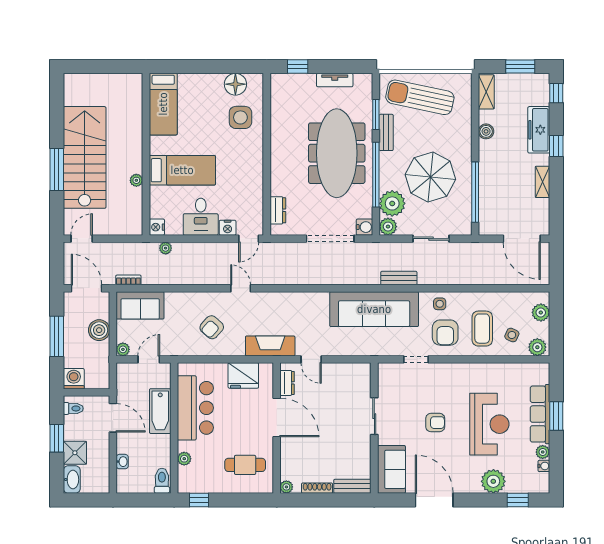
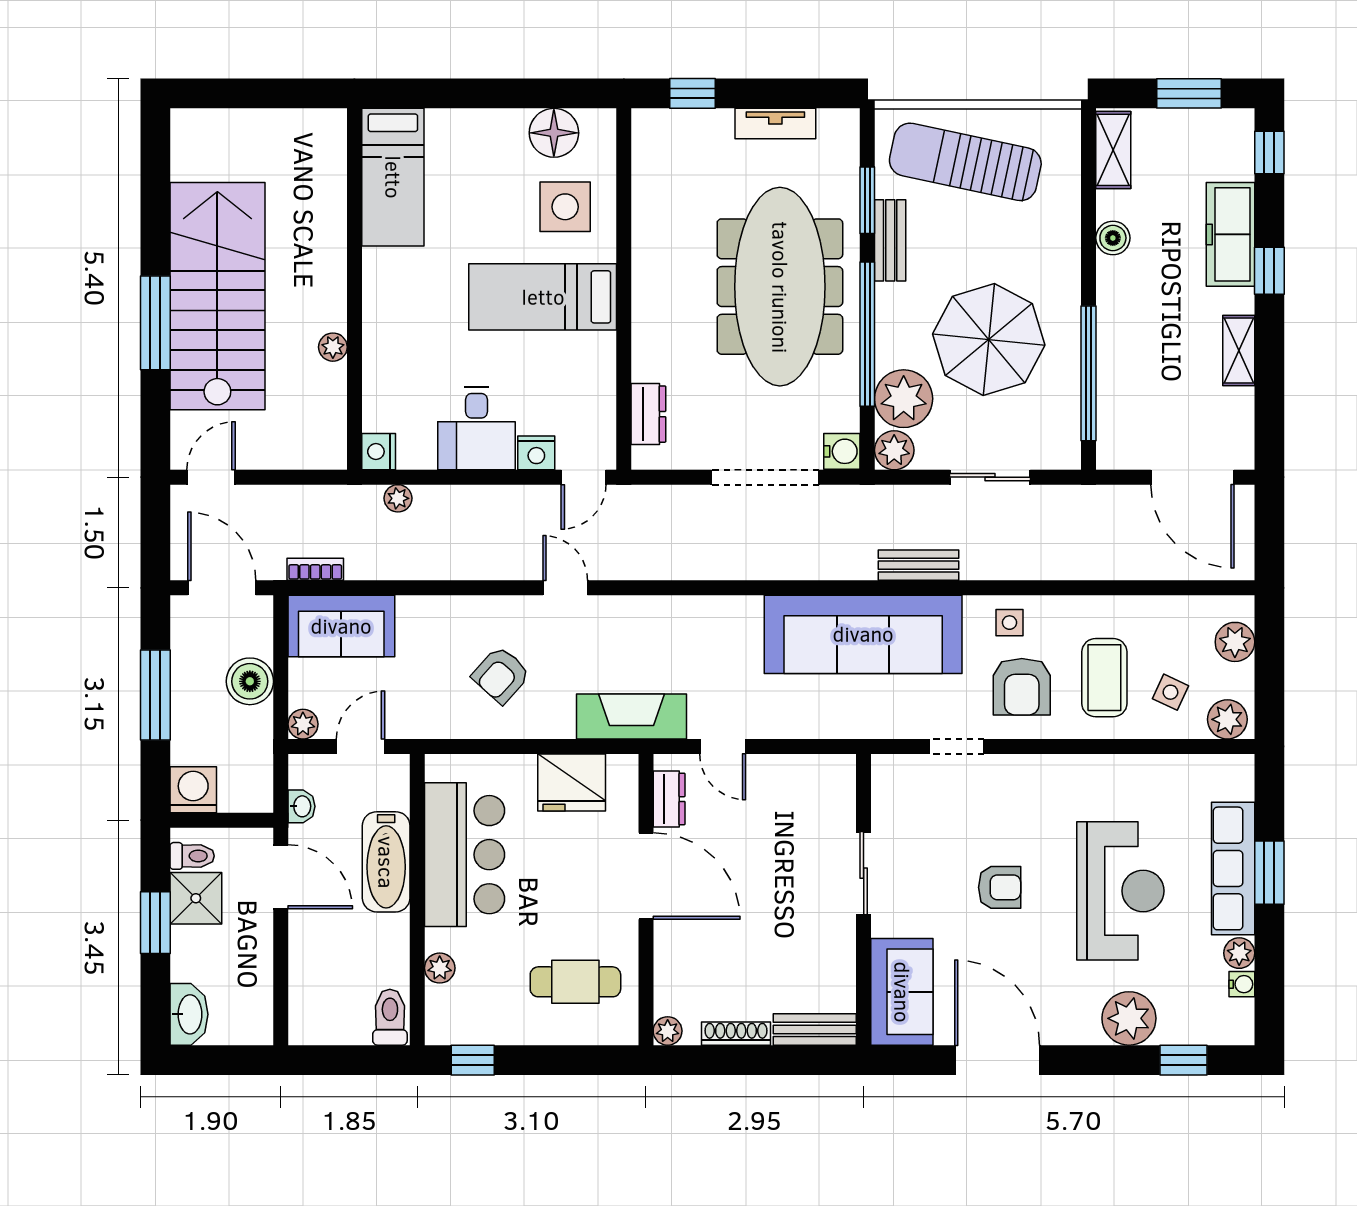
bed: (182, 170) -> (543, 297), moved, turned 180
shower: (75, 453) -> (196, 898), moved
washbasin: (122, 462) -> (301, 806), moved

